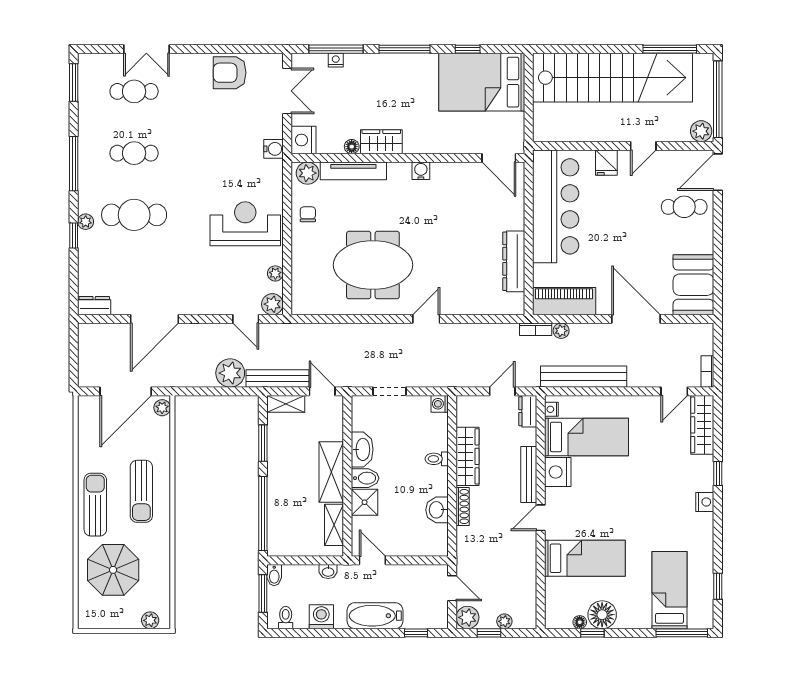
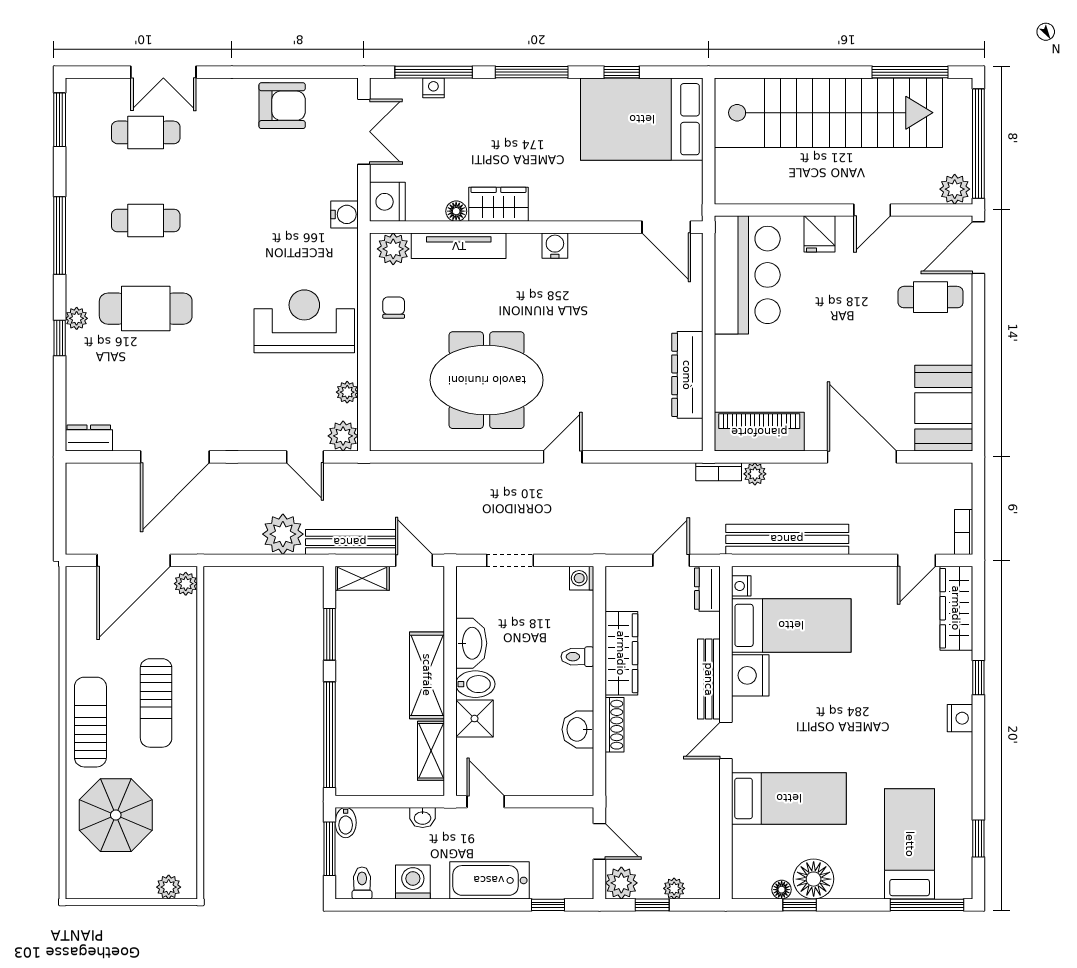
armchair: (230, 73) -> (282, 106), turned 180
bar counter: (556, 206) -> (747, 275), width x0.73

